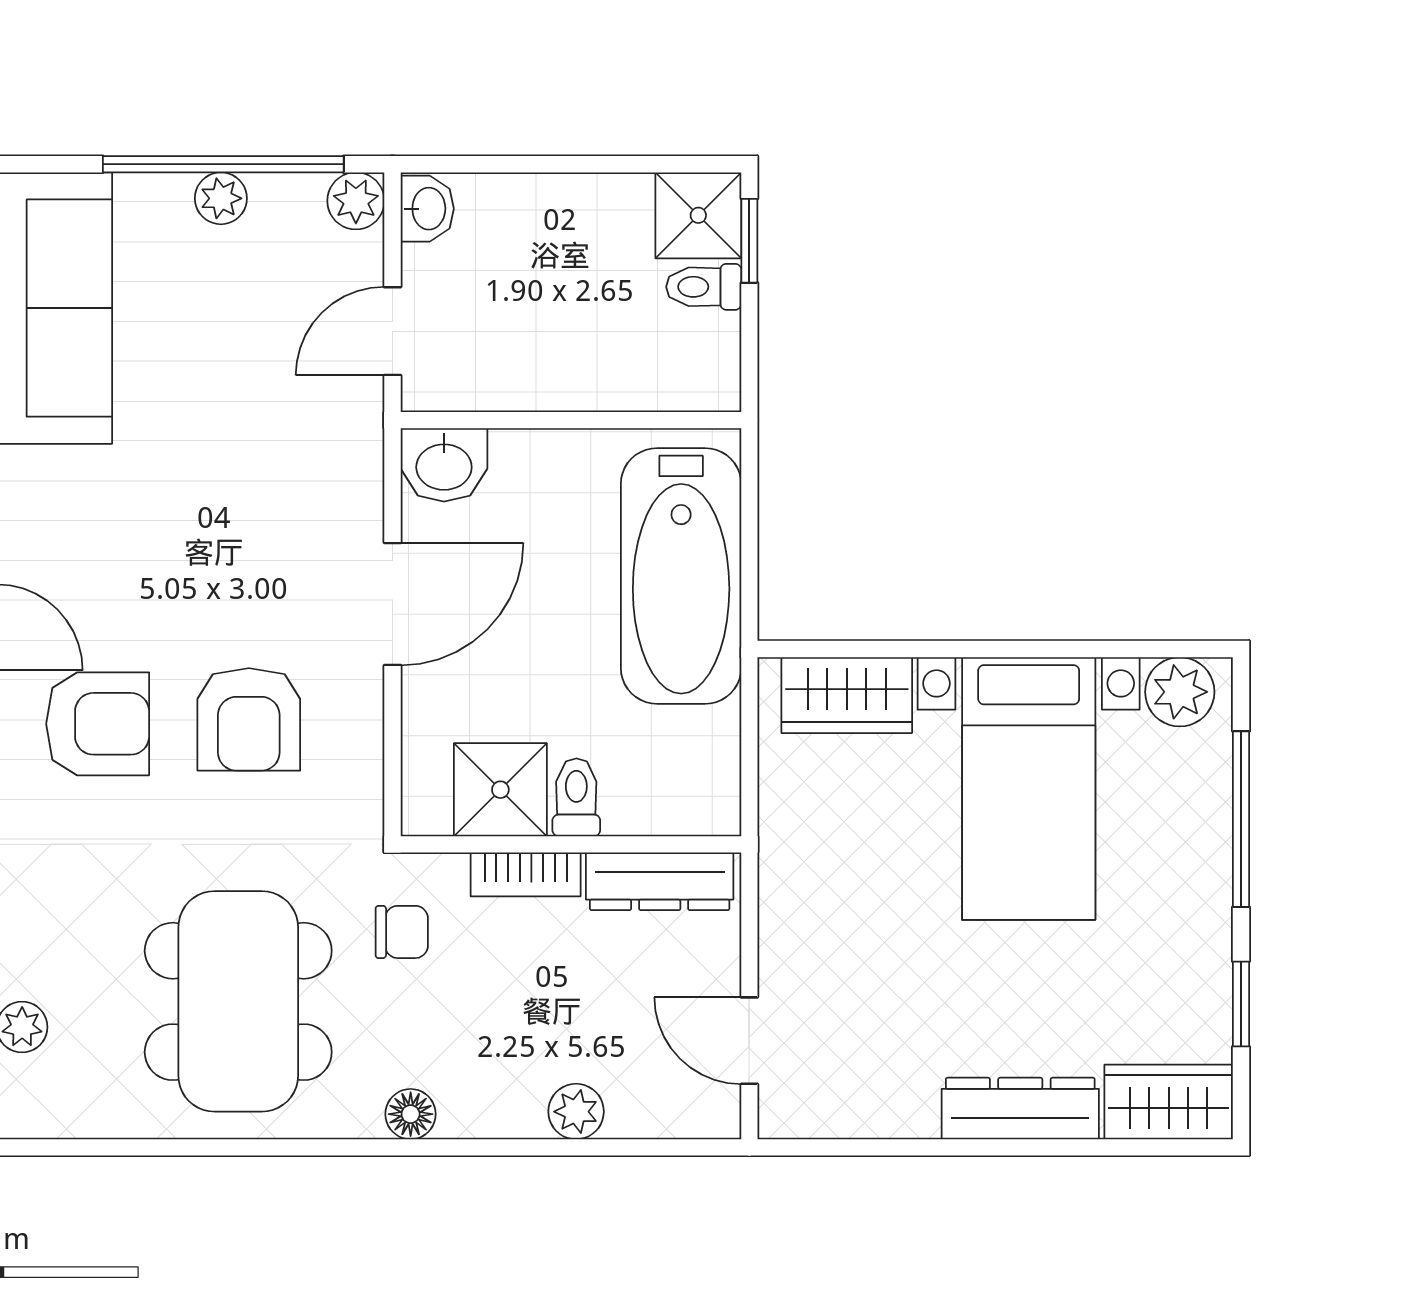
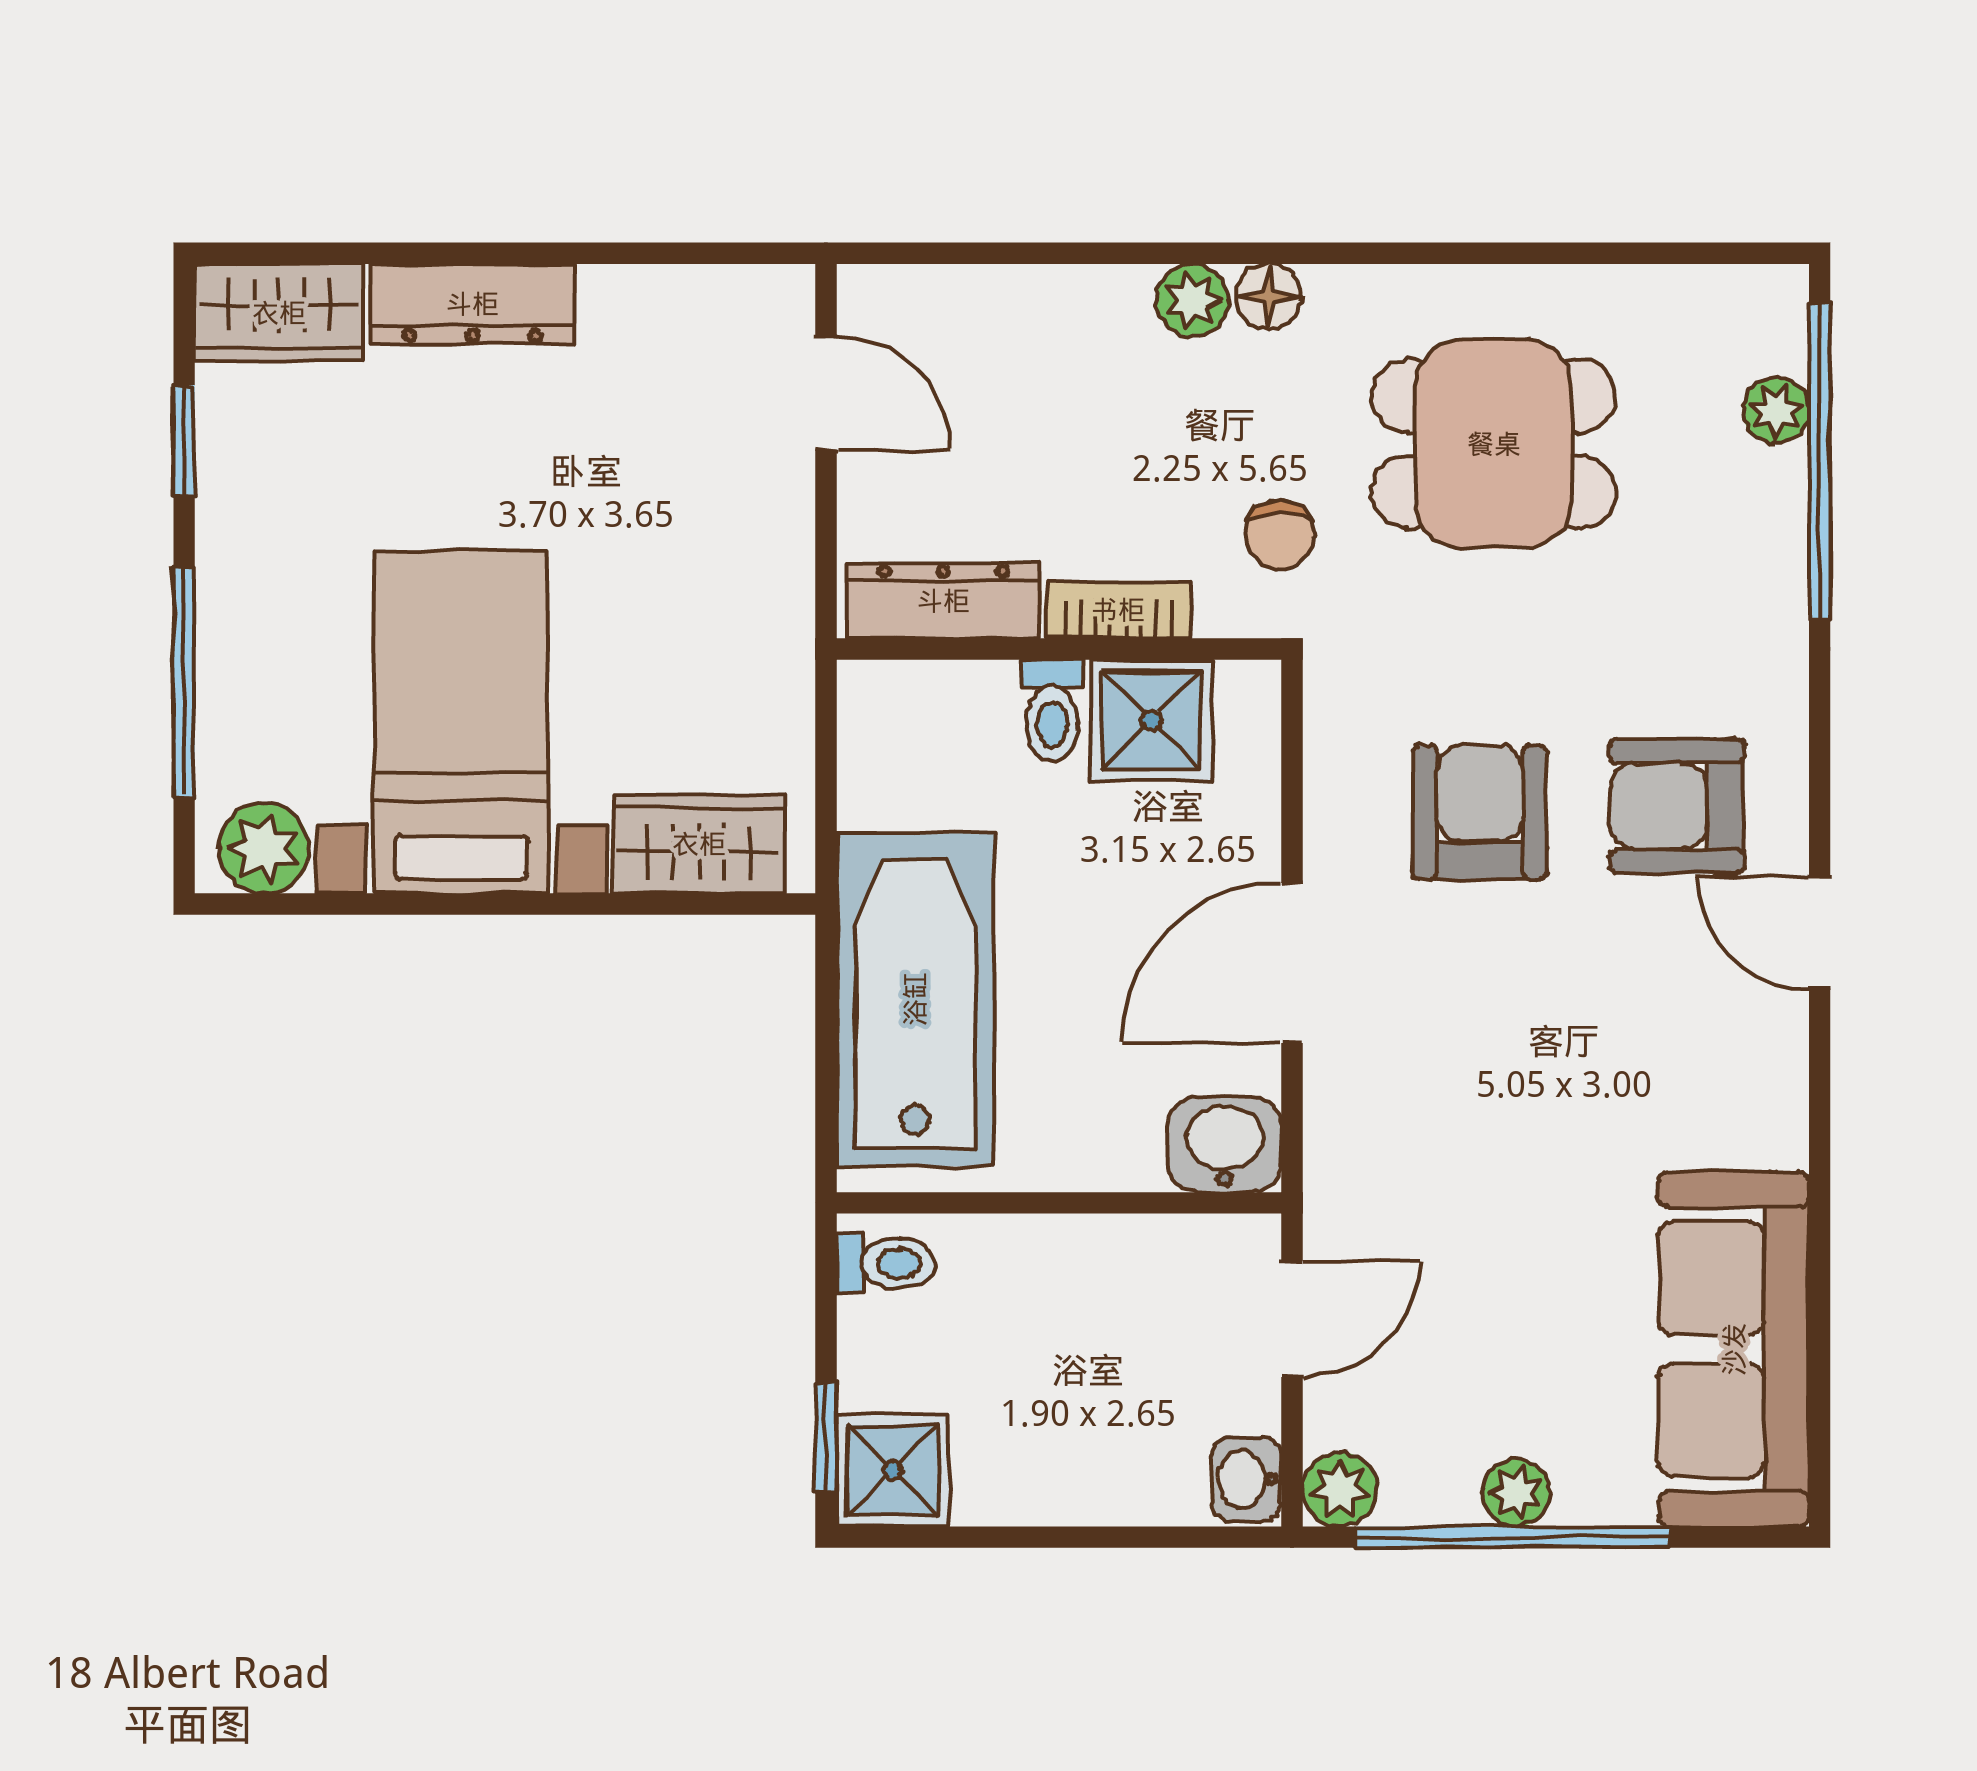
toilet: (704, 287) -> (886, 1263), moved
chair: (402, 932) -> (1280, 535), turned -90
dining table: (238, 1001) -> (1494, 444), width x0.73
plant: (576, 1112) -> (1192, 300), moved

